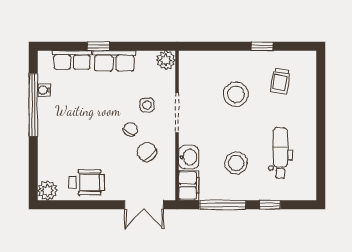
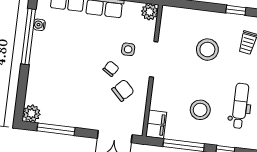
chair: (147, 152) -> (123, 90), turned 86
washbasin: (189, 157) -> (159, 99), removed
wheelchair: (87, 182) -> (67, 110), removed
window: (77, 205) -> (56, 129), added

